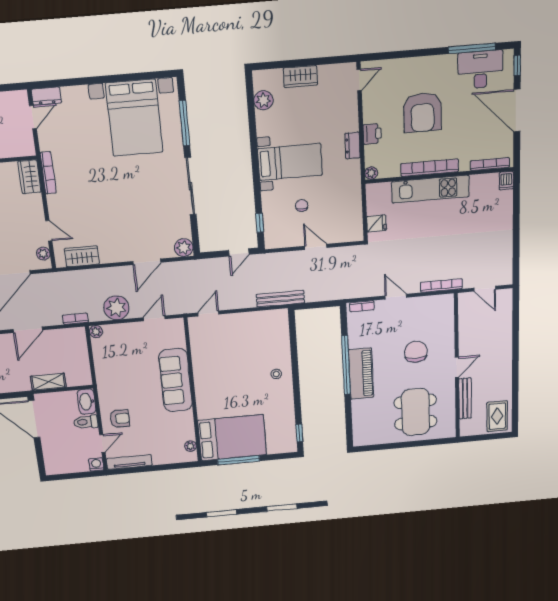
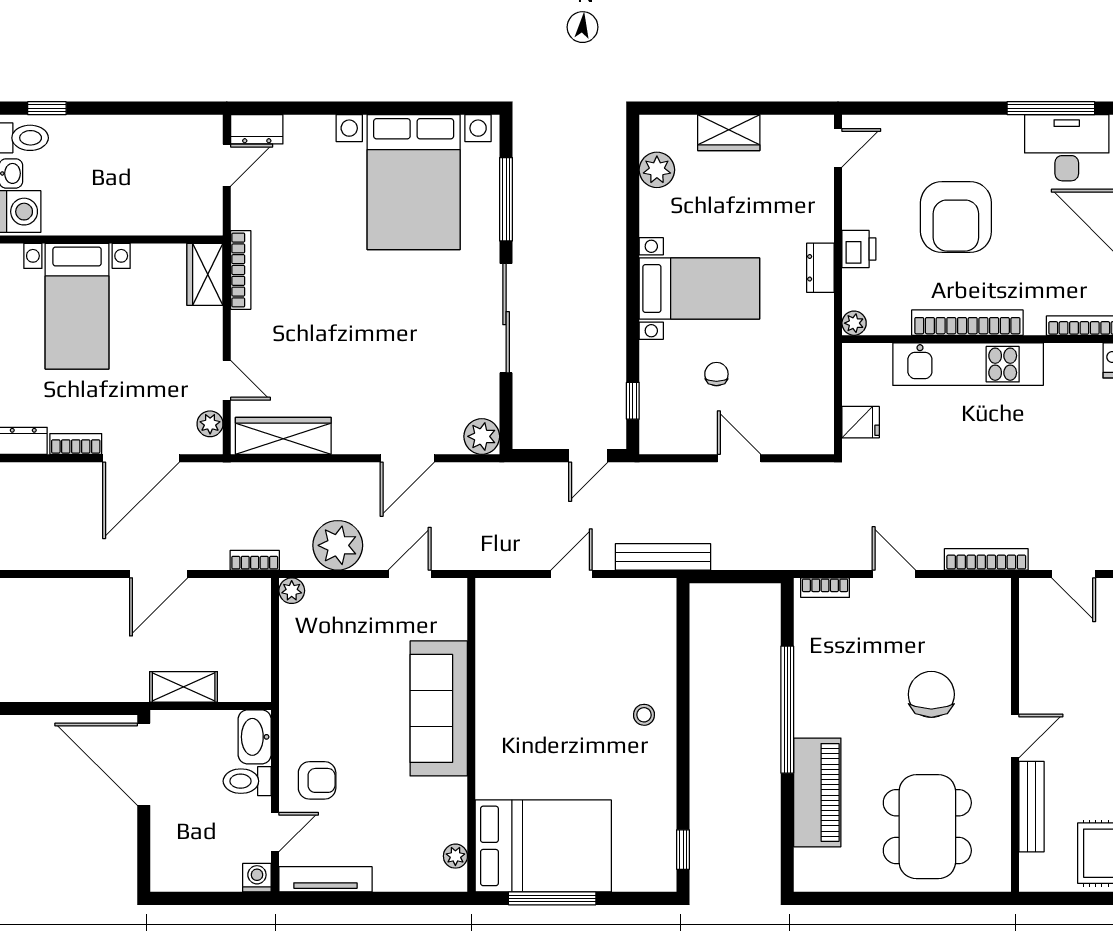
wardrobe: (82, 256) -> (283, 436), width x1.50
door: (208, 313) -> (572, 574), moved
piano: (361, 374) -> (817, 792), moved

